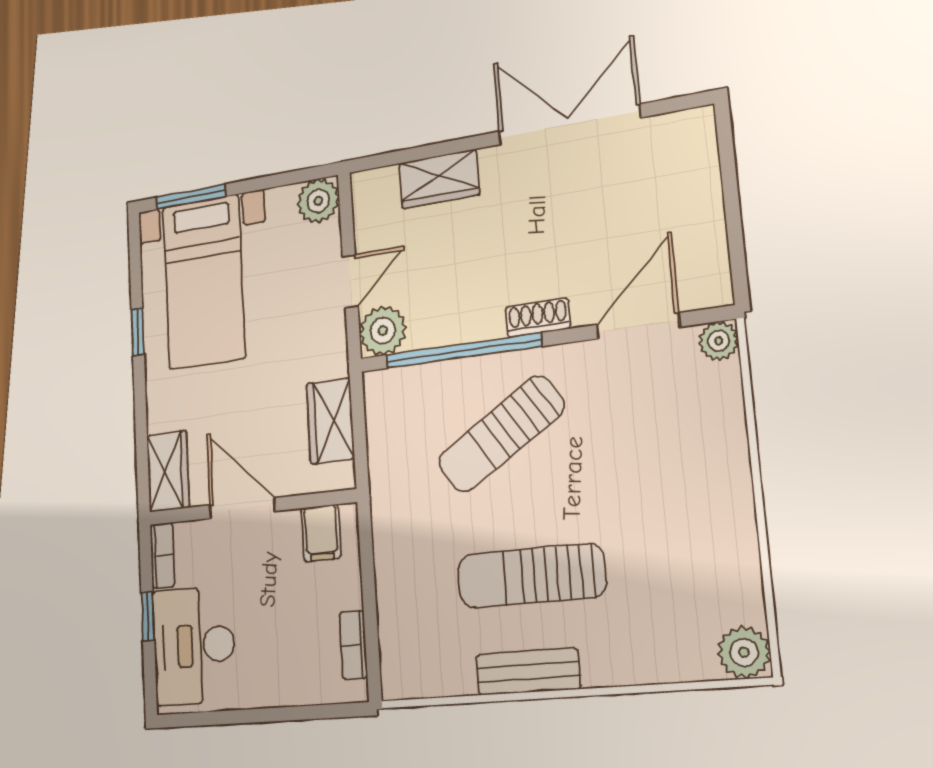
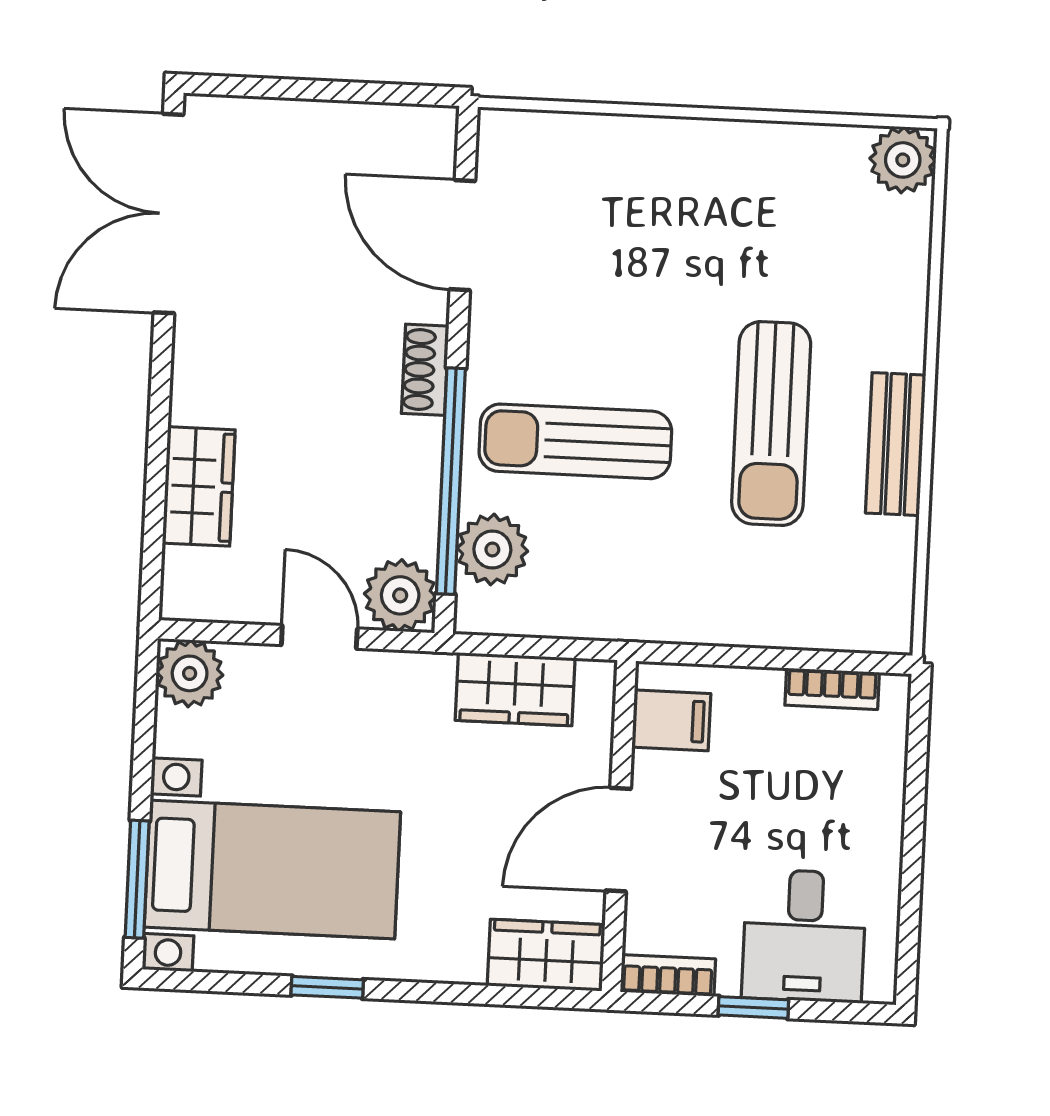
double door: (569, 125) -> (169, 214), moved
plant: (719, 341) -> (492, 549), moved, width x1.38, depth x1.38
sun lounger: (501, 434) -> (575, 441), turned 123
desk: (194, 646) -> (804, 936), width x0.73

